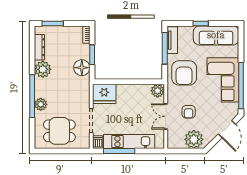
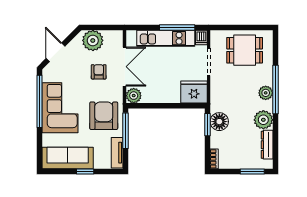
window: (165, 48) -> (126, 131), moved
window: (92, 55) -> (208, 125), moved
plant: (41, 104) -> (266, 93), moved
double door: (166, 116) -> (125, 67), width x1.37

